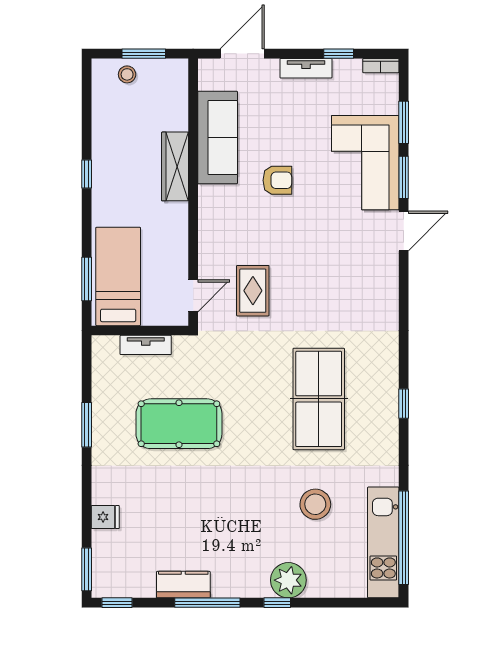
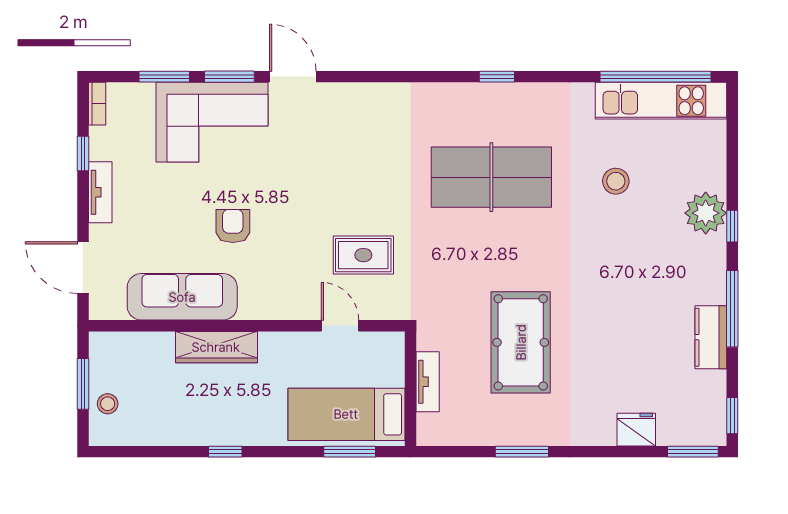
door: (193, 296) -> (340, 326), moved
stool: (315, 504) -> (616, 181), width x0.73, depth x0.73
fridge: (105, 517) -> (636, 430), width x1.38

